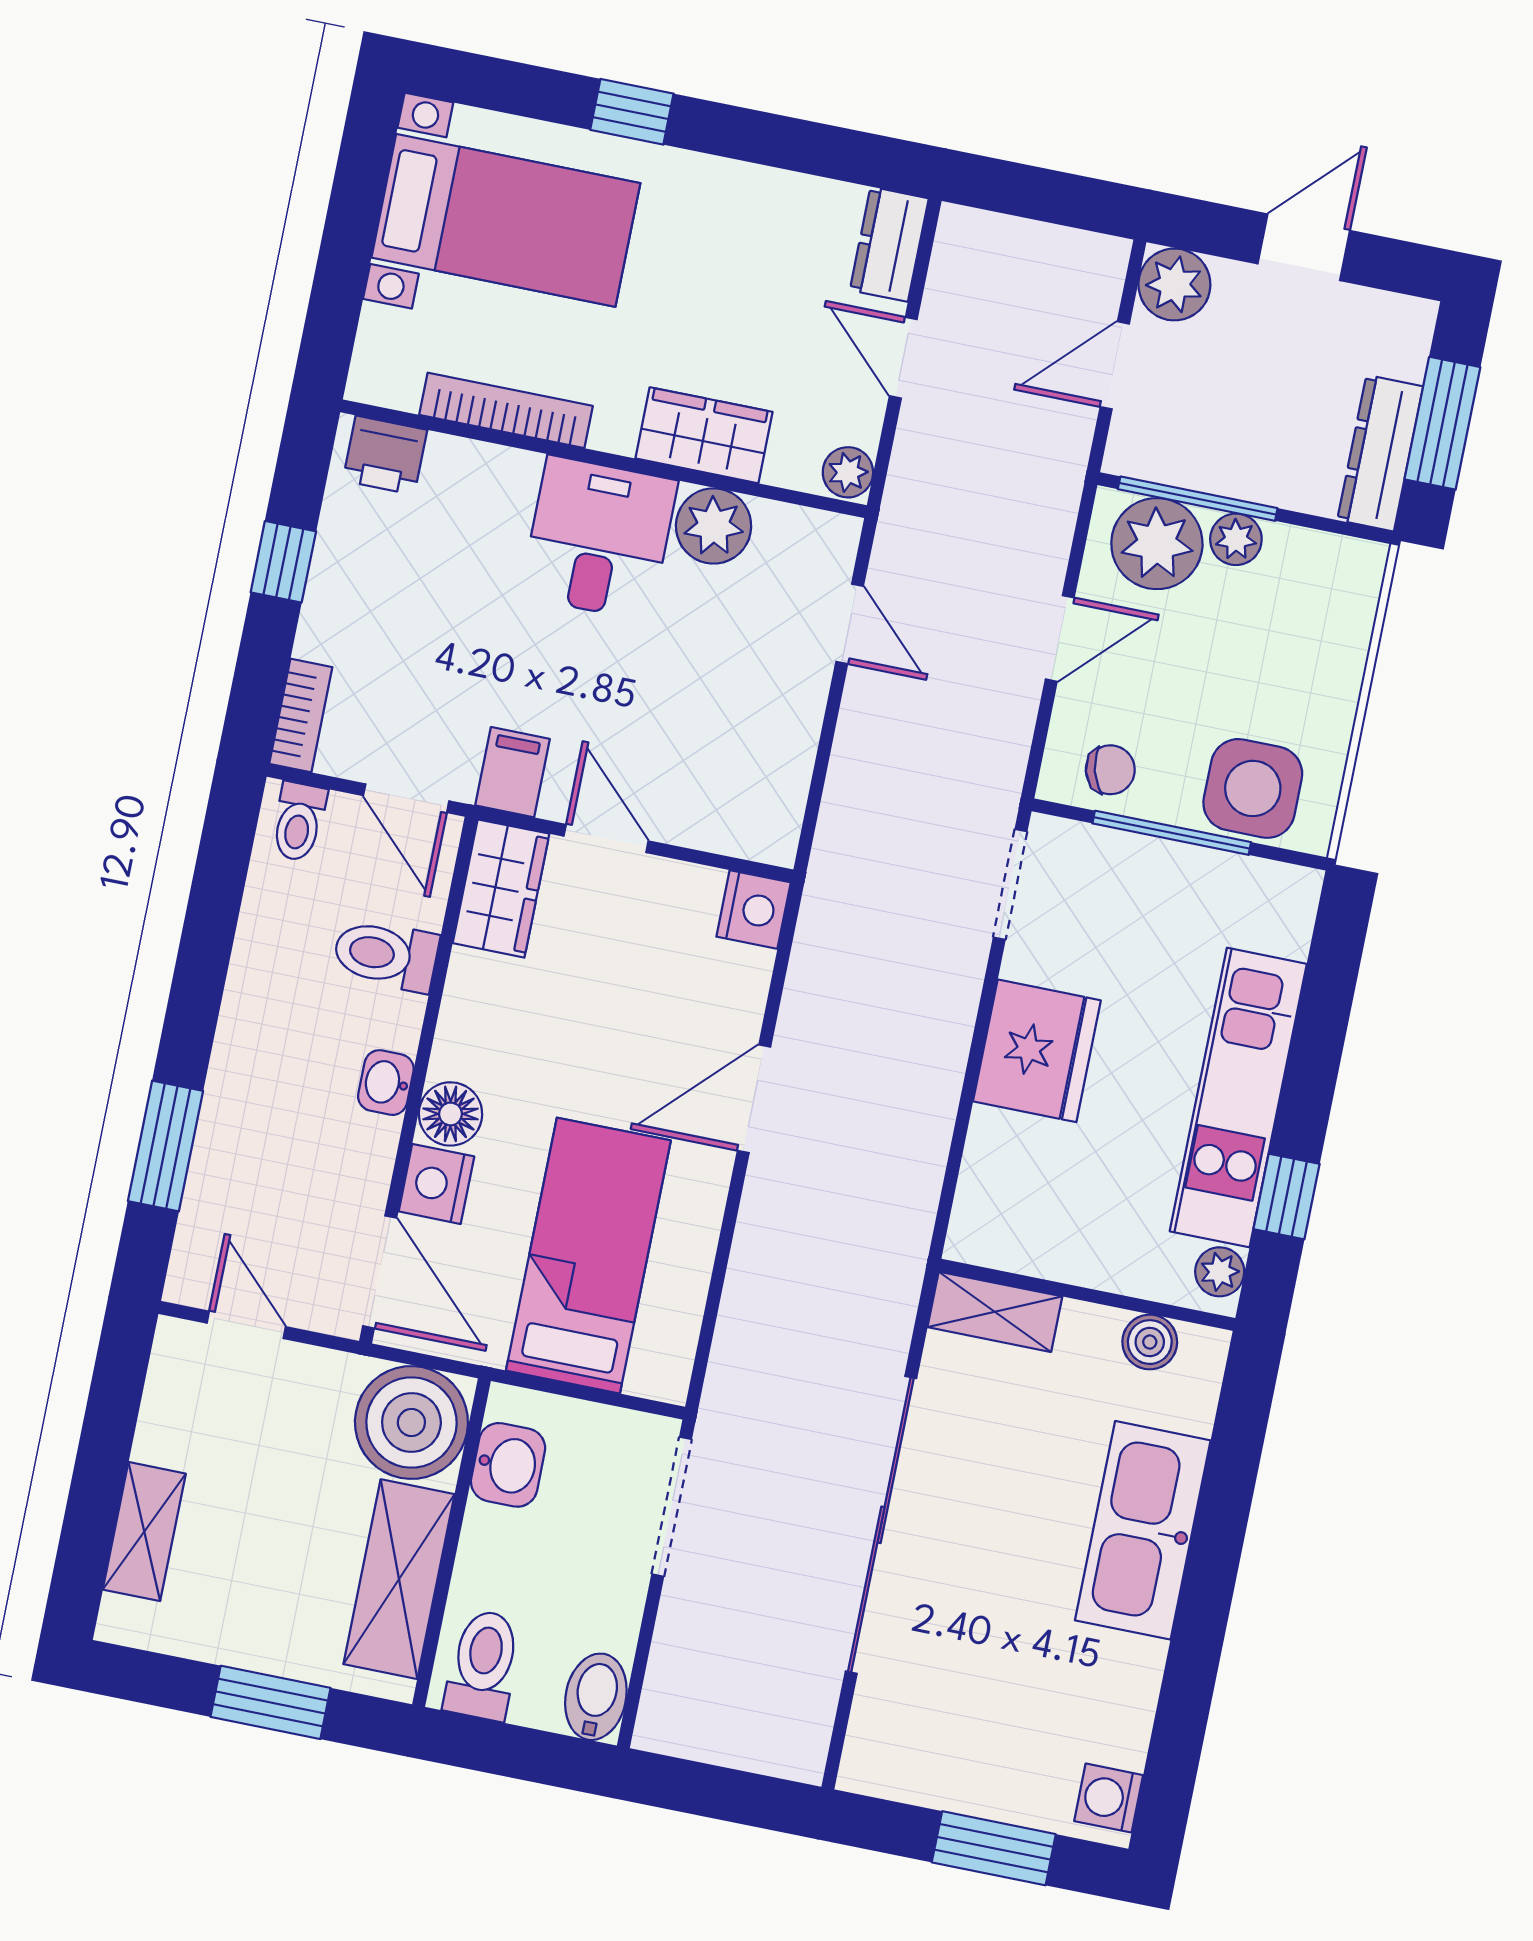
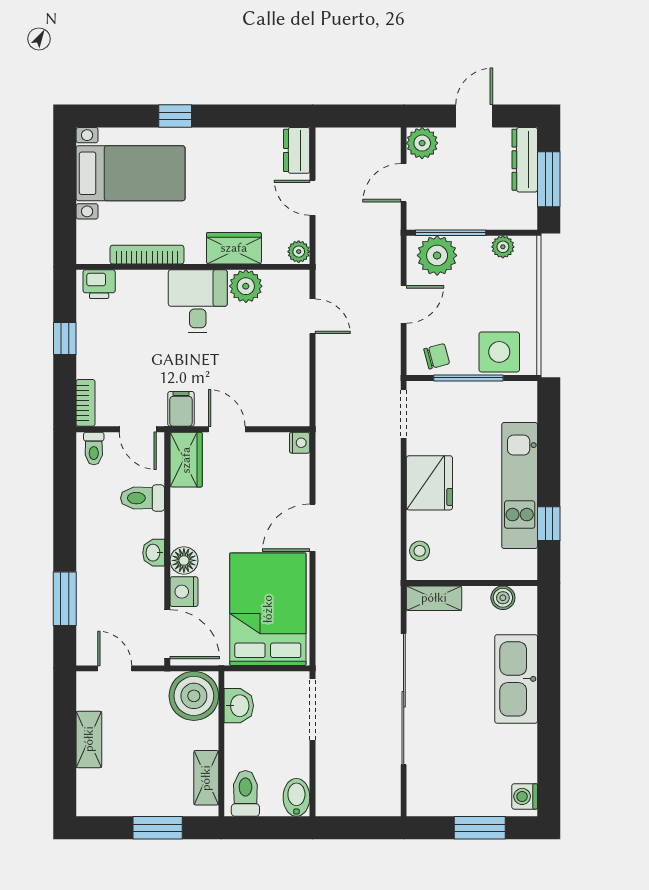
dresser: (1380, 453) -> (525, 160), moved
plant: (1236, 539) -> (503, 247), moved
nightstand: (754, 910) -> (300, 443), width x0.72, depth x0.74
stool: (984, 1199) -> (420, 551), added
bed: (588, 1256) -> (268, 609), width x1.50
plant: (1220, 1272) -> (527, 562), removed
shelving: (144, 1532) -> (89, 739), moved
shelving: (399, 1579) -> (206, 778), width x0.67, depth x0.75

